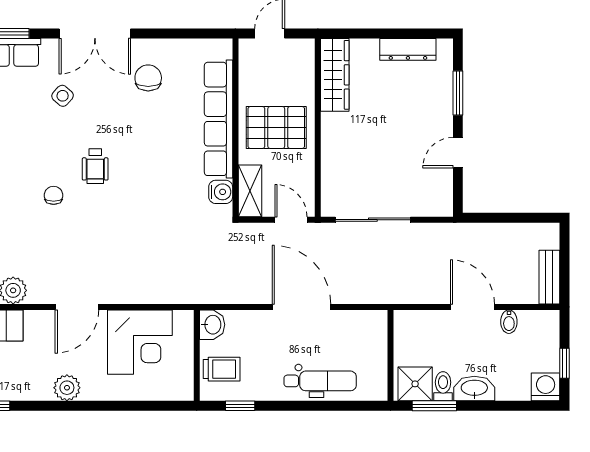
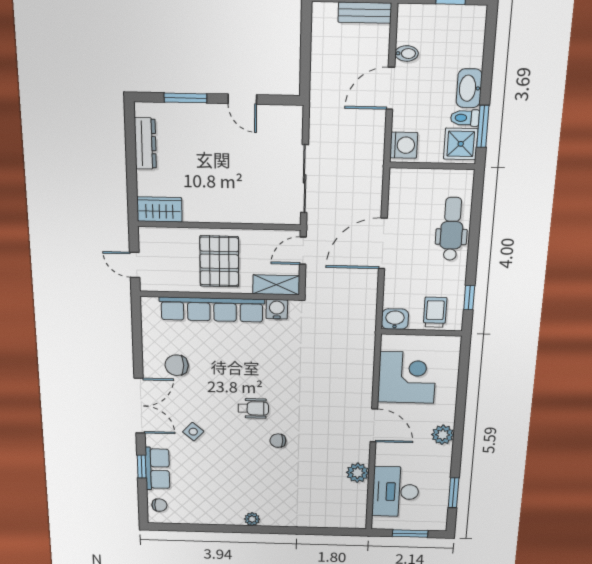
wardrobe: (335, 75) -> (159, 209), width x0.67
washing machine: (546, 387) -> (404, 145), moved, turned 180

